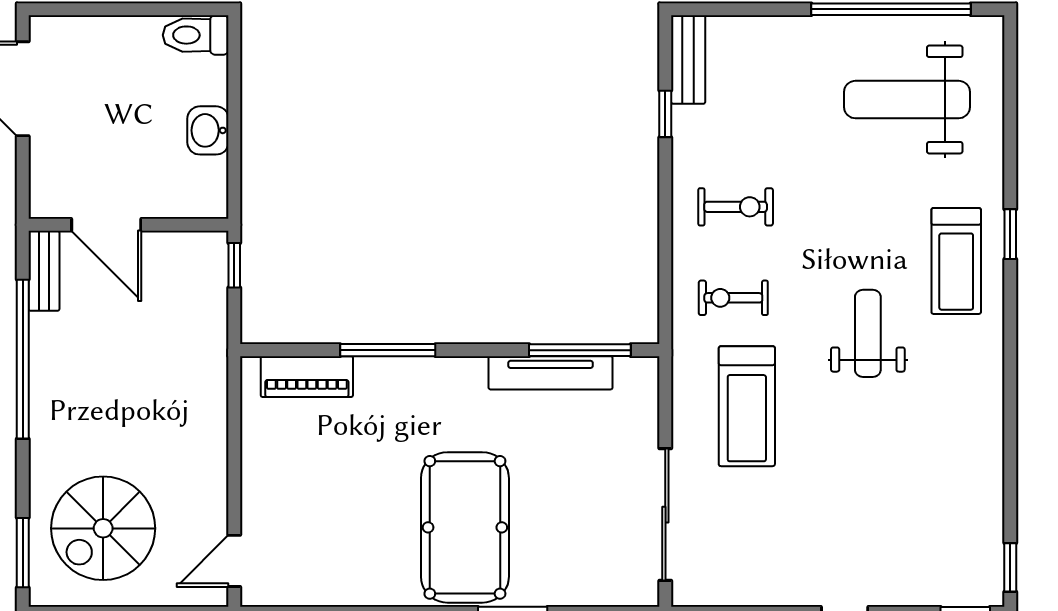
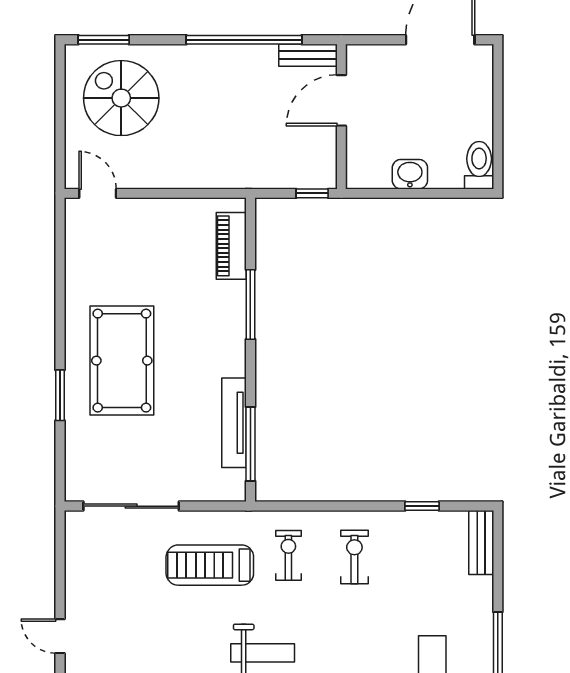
bench: (688, 60) -> (481, 543), moved, turned 90
exercise bike: (736, 207) -> (354, 557), turned 180
pool table: (465, 527) -> (122, 361), turned 90

